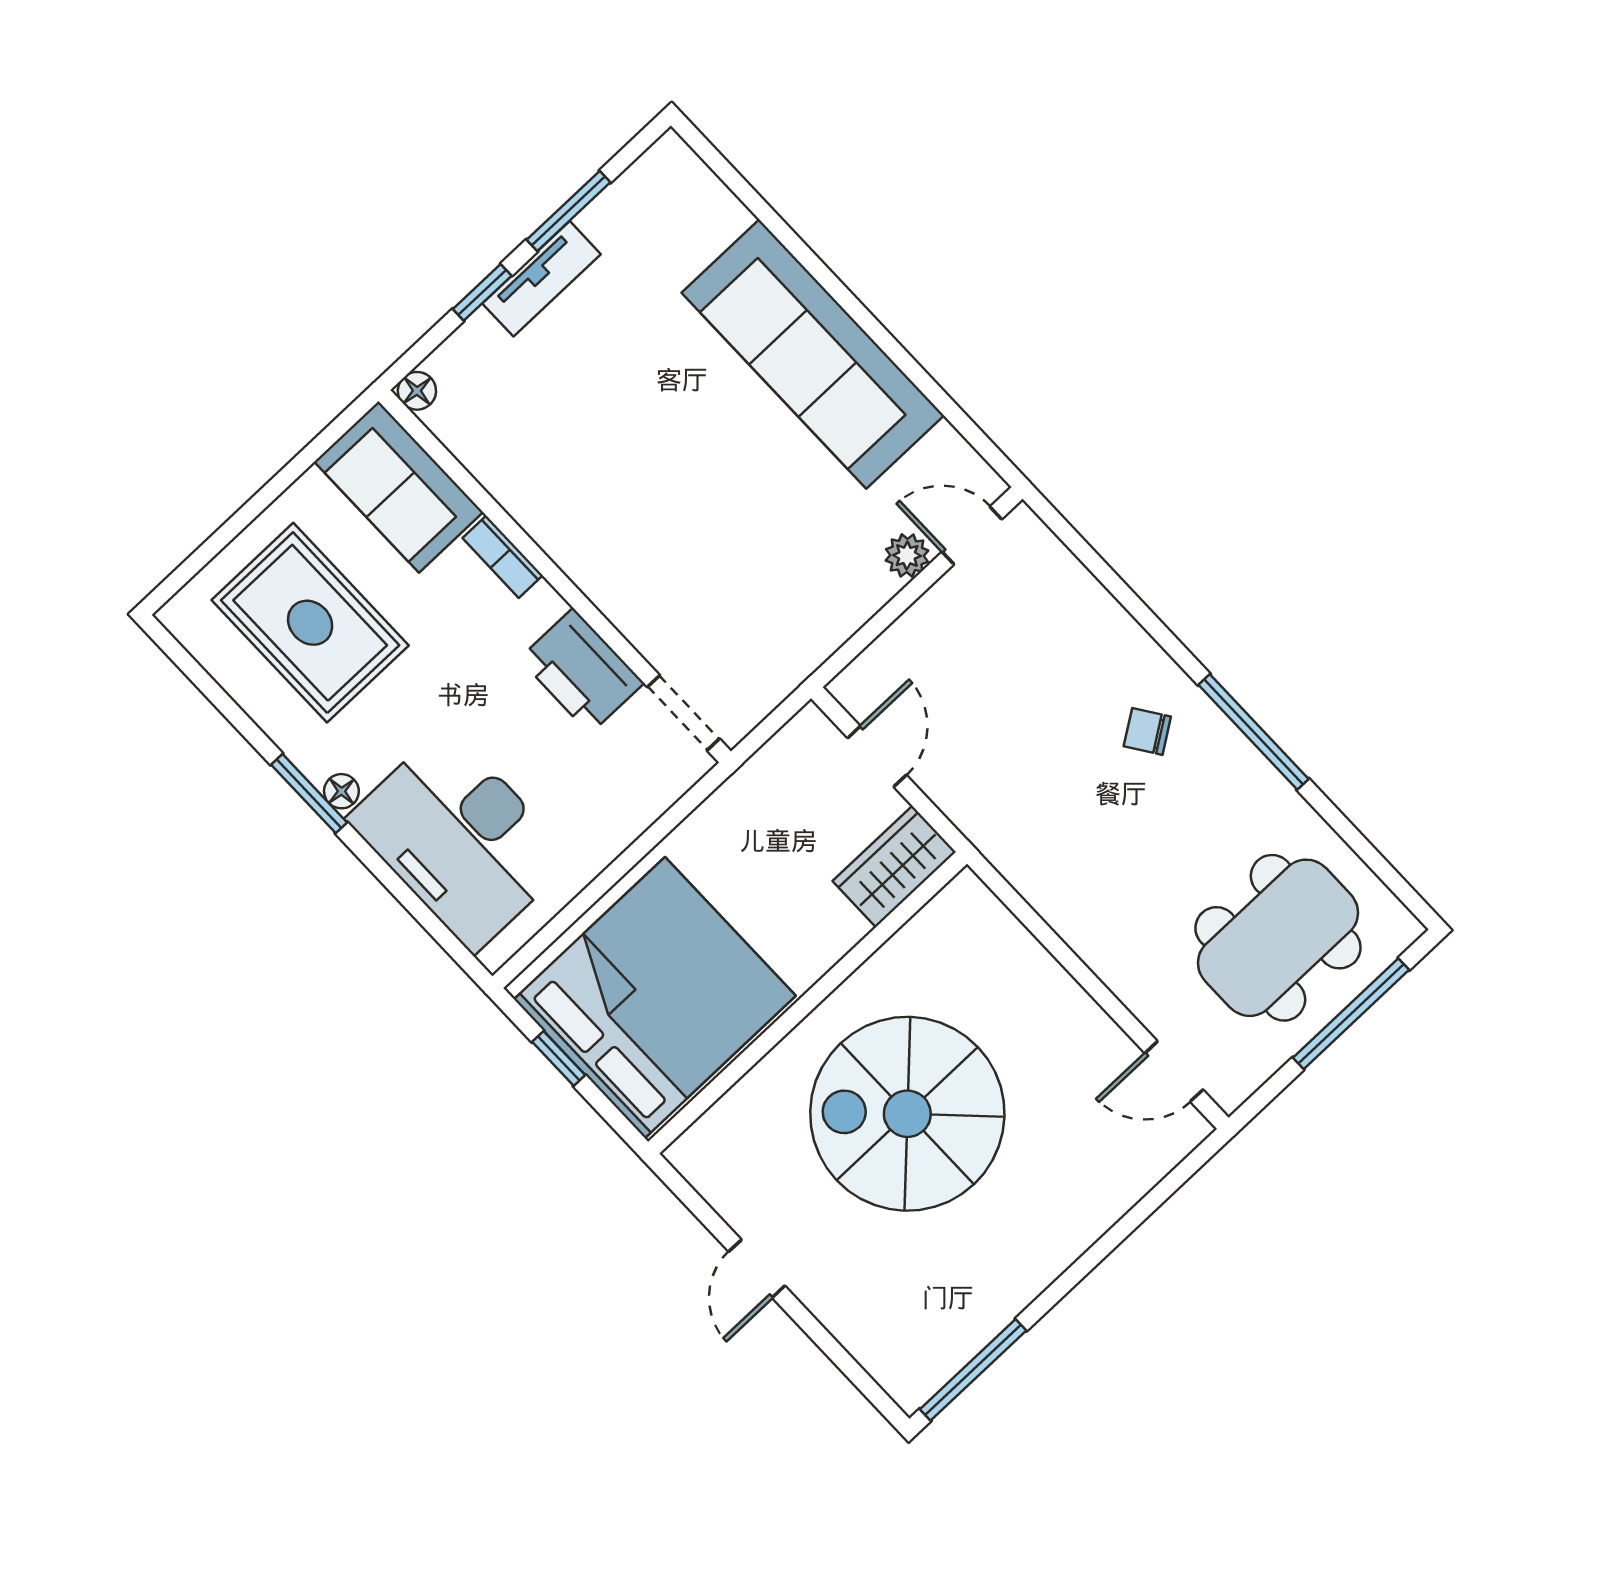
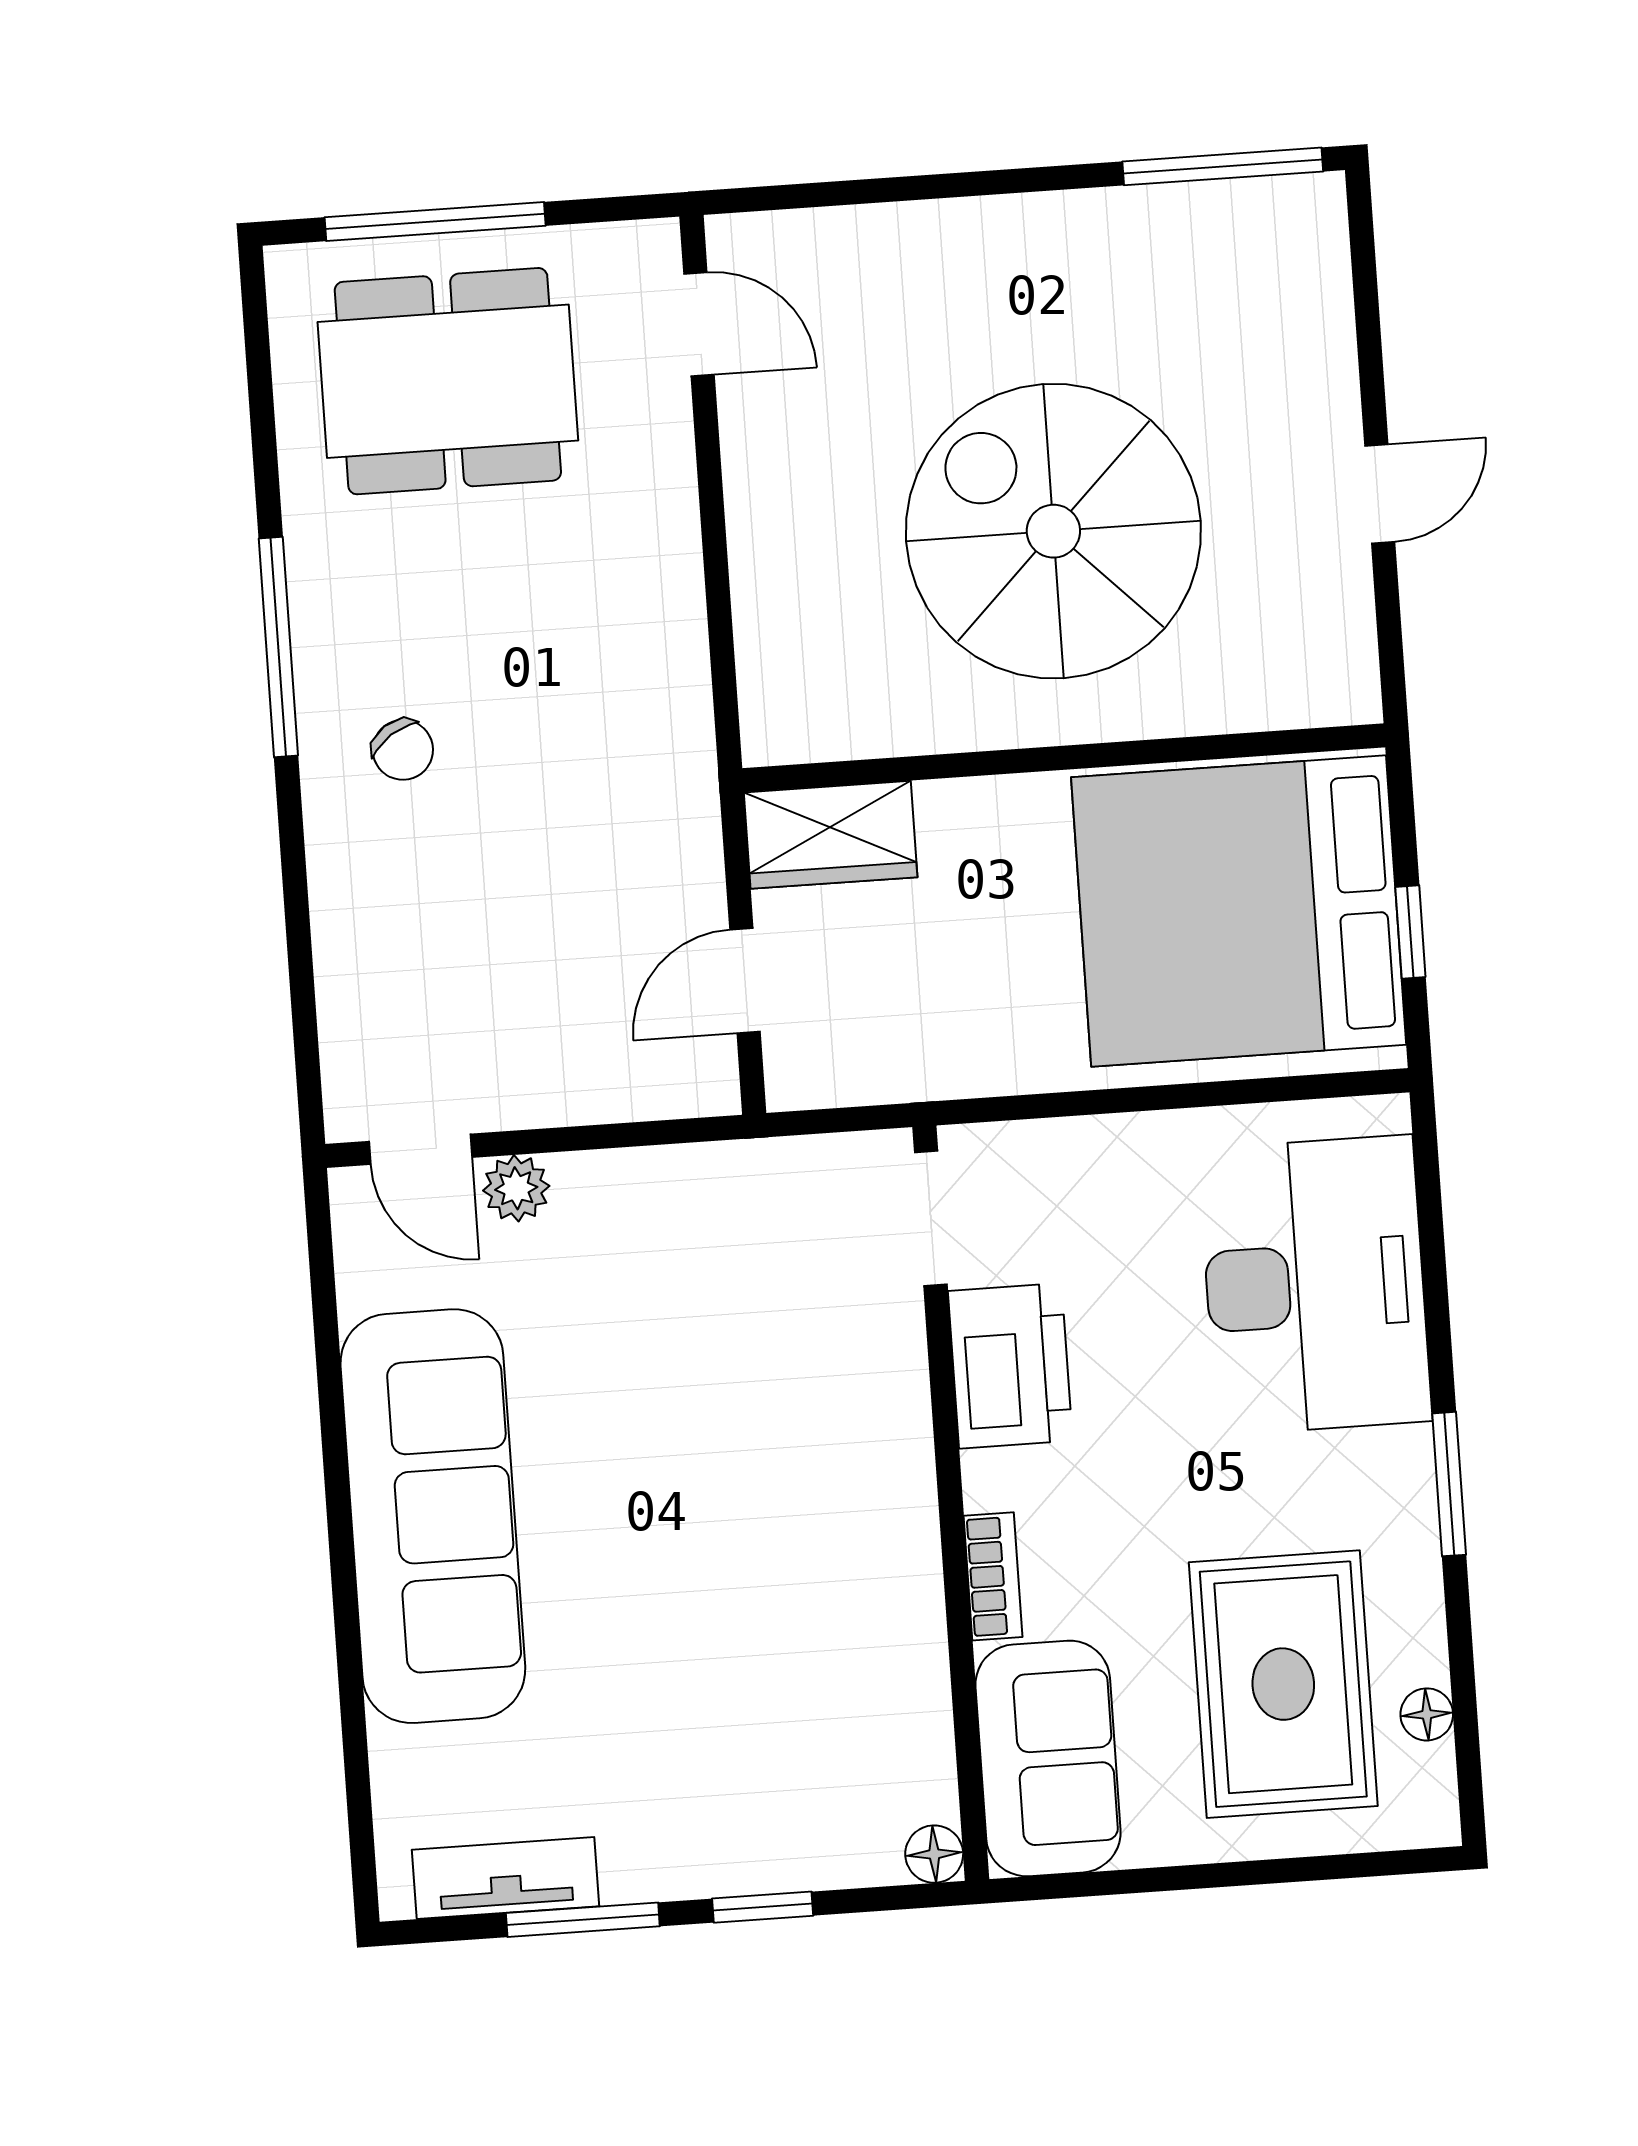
tv unit: (542, 279) -> (506, 1878), moved
floor lamp: (341, 791) -> (1427, 1714), moved
spiral stairs: (907, 1114) -> (1053, 531), turned 180

